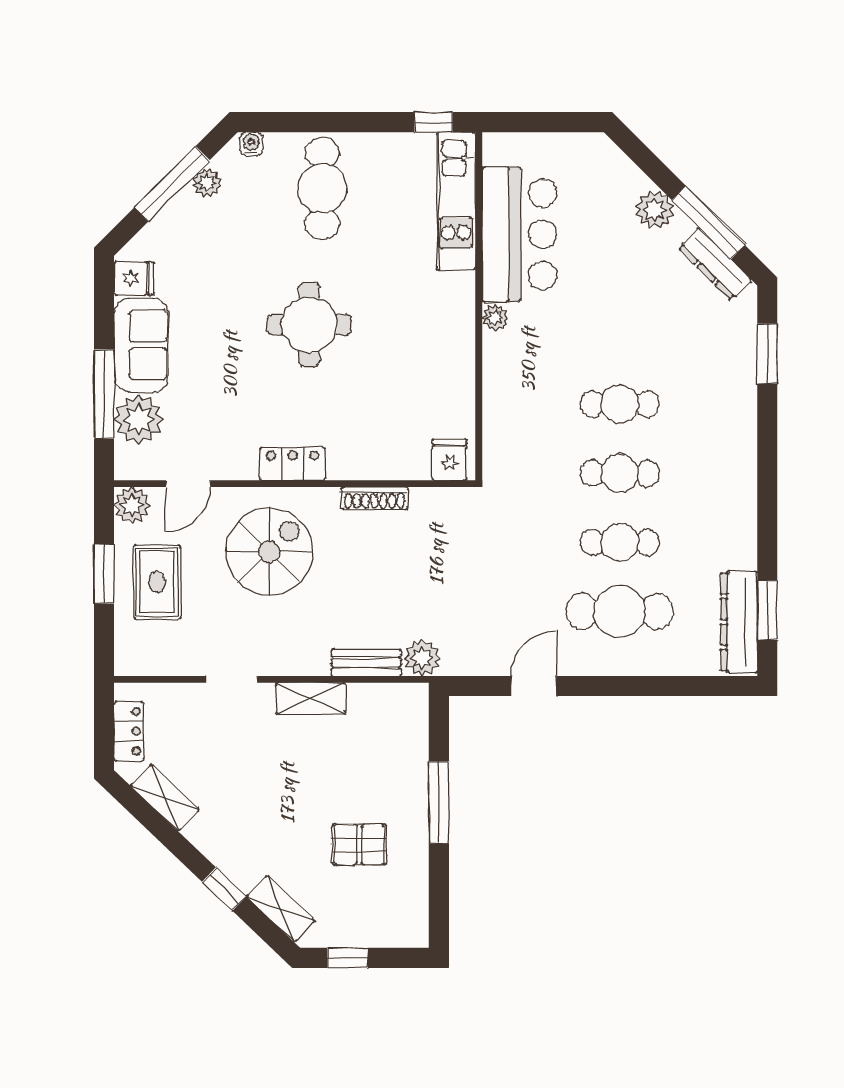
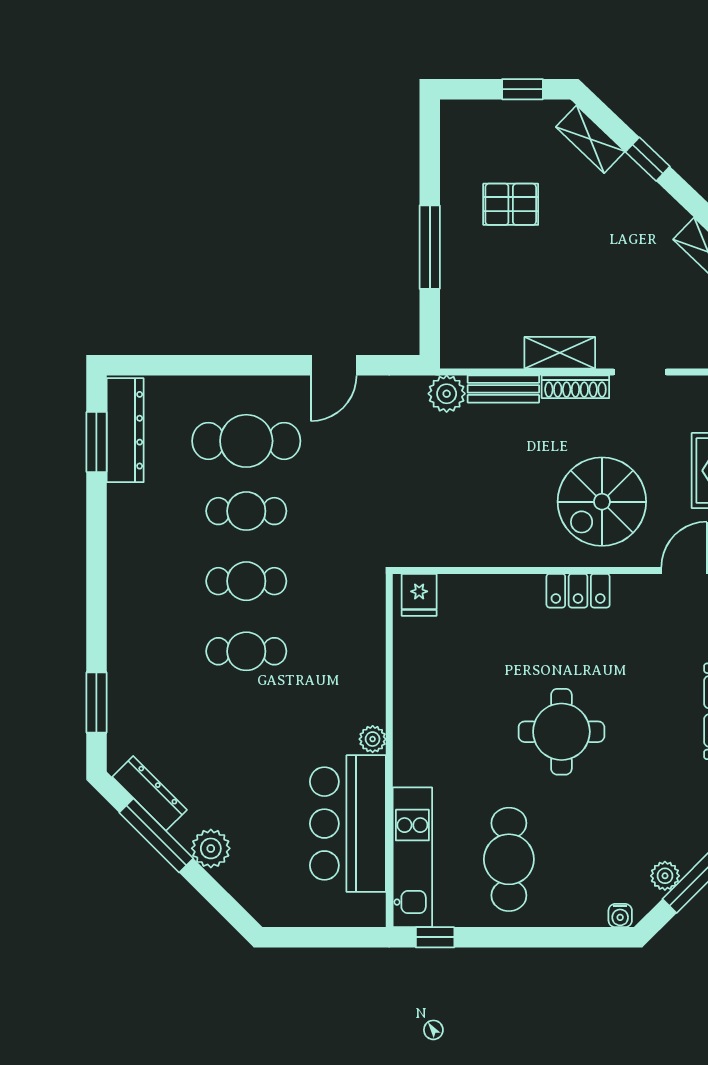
cafe table: (322, 188) -> (509, 859), moved
shoe rack: (374, 498) -> (575, 387), moved, turned 180

